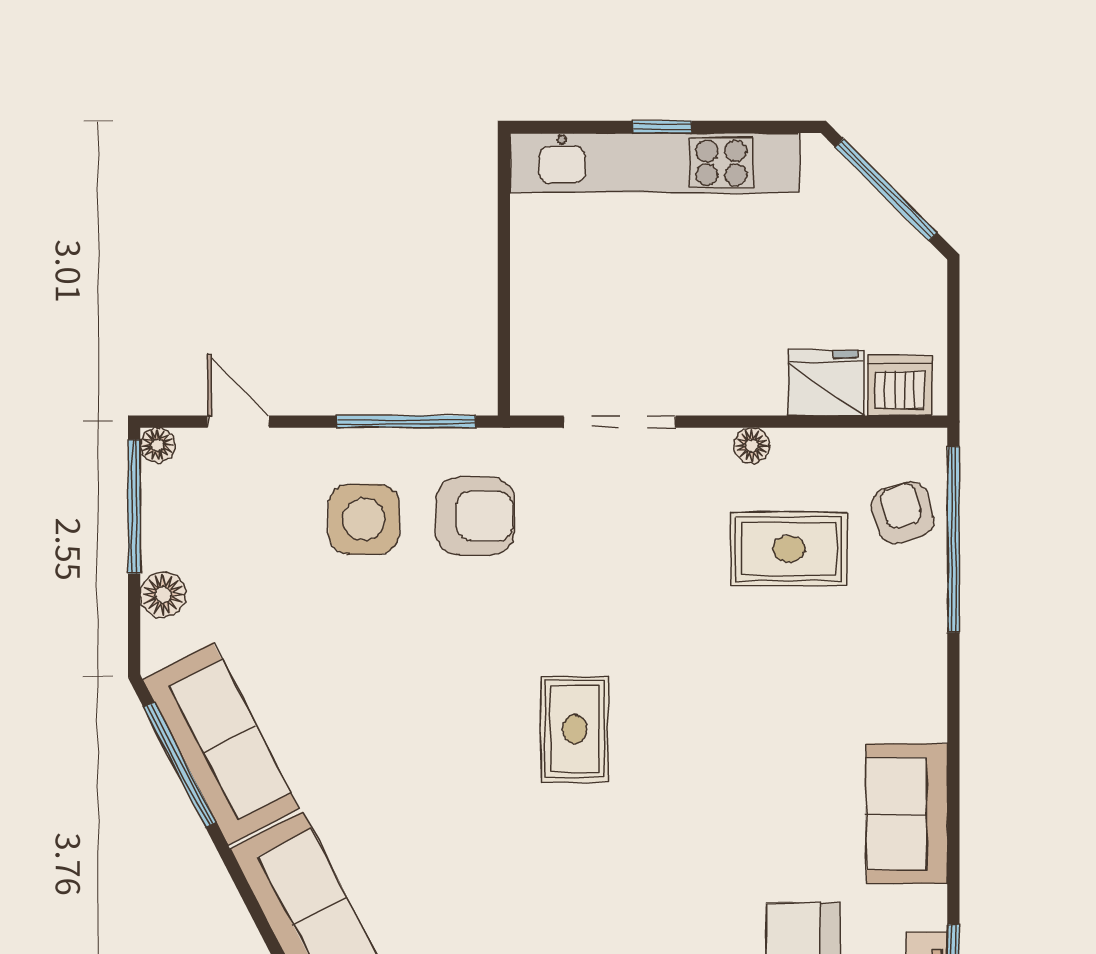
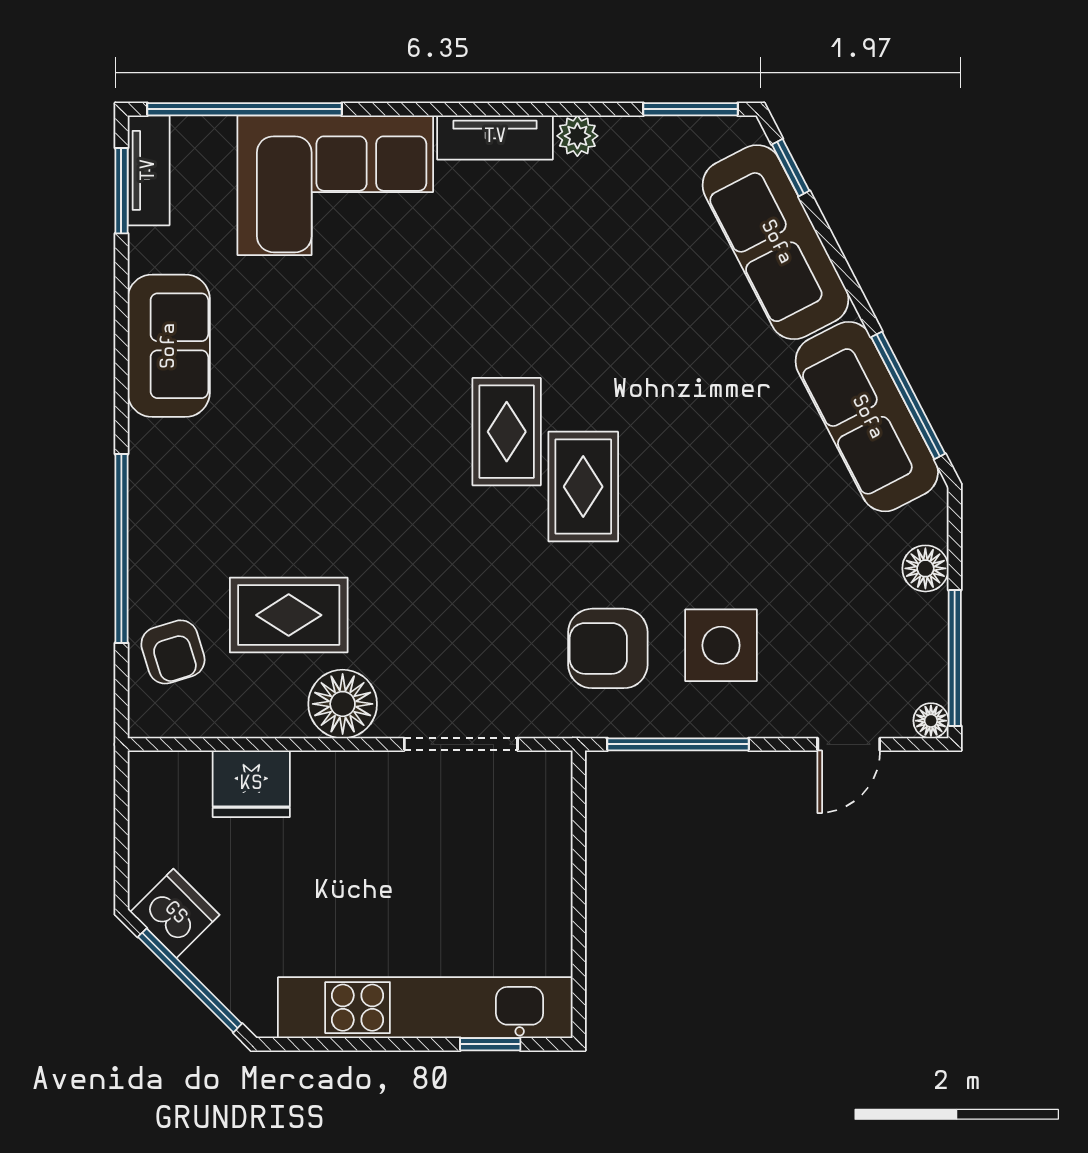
window: (662, 127) -> (490, 1044), moved
dishwasher: (900, 386) -> (175, 913), moved, turned -135
door: (238, 422) -> (849, 744), hinge flipped
floor lamp: (752, 446) -> (343, 704), width x1.89, depth x1.89
window: (953, 539) -> (121, 548), moved
rug: (499, 675) -> (583, 487), added

